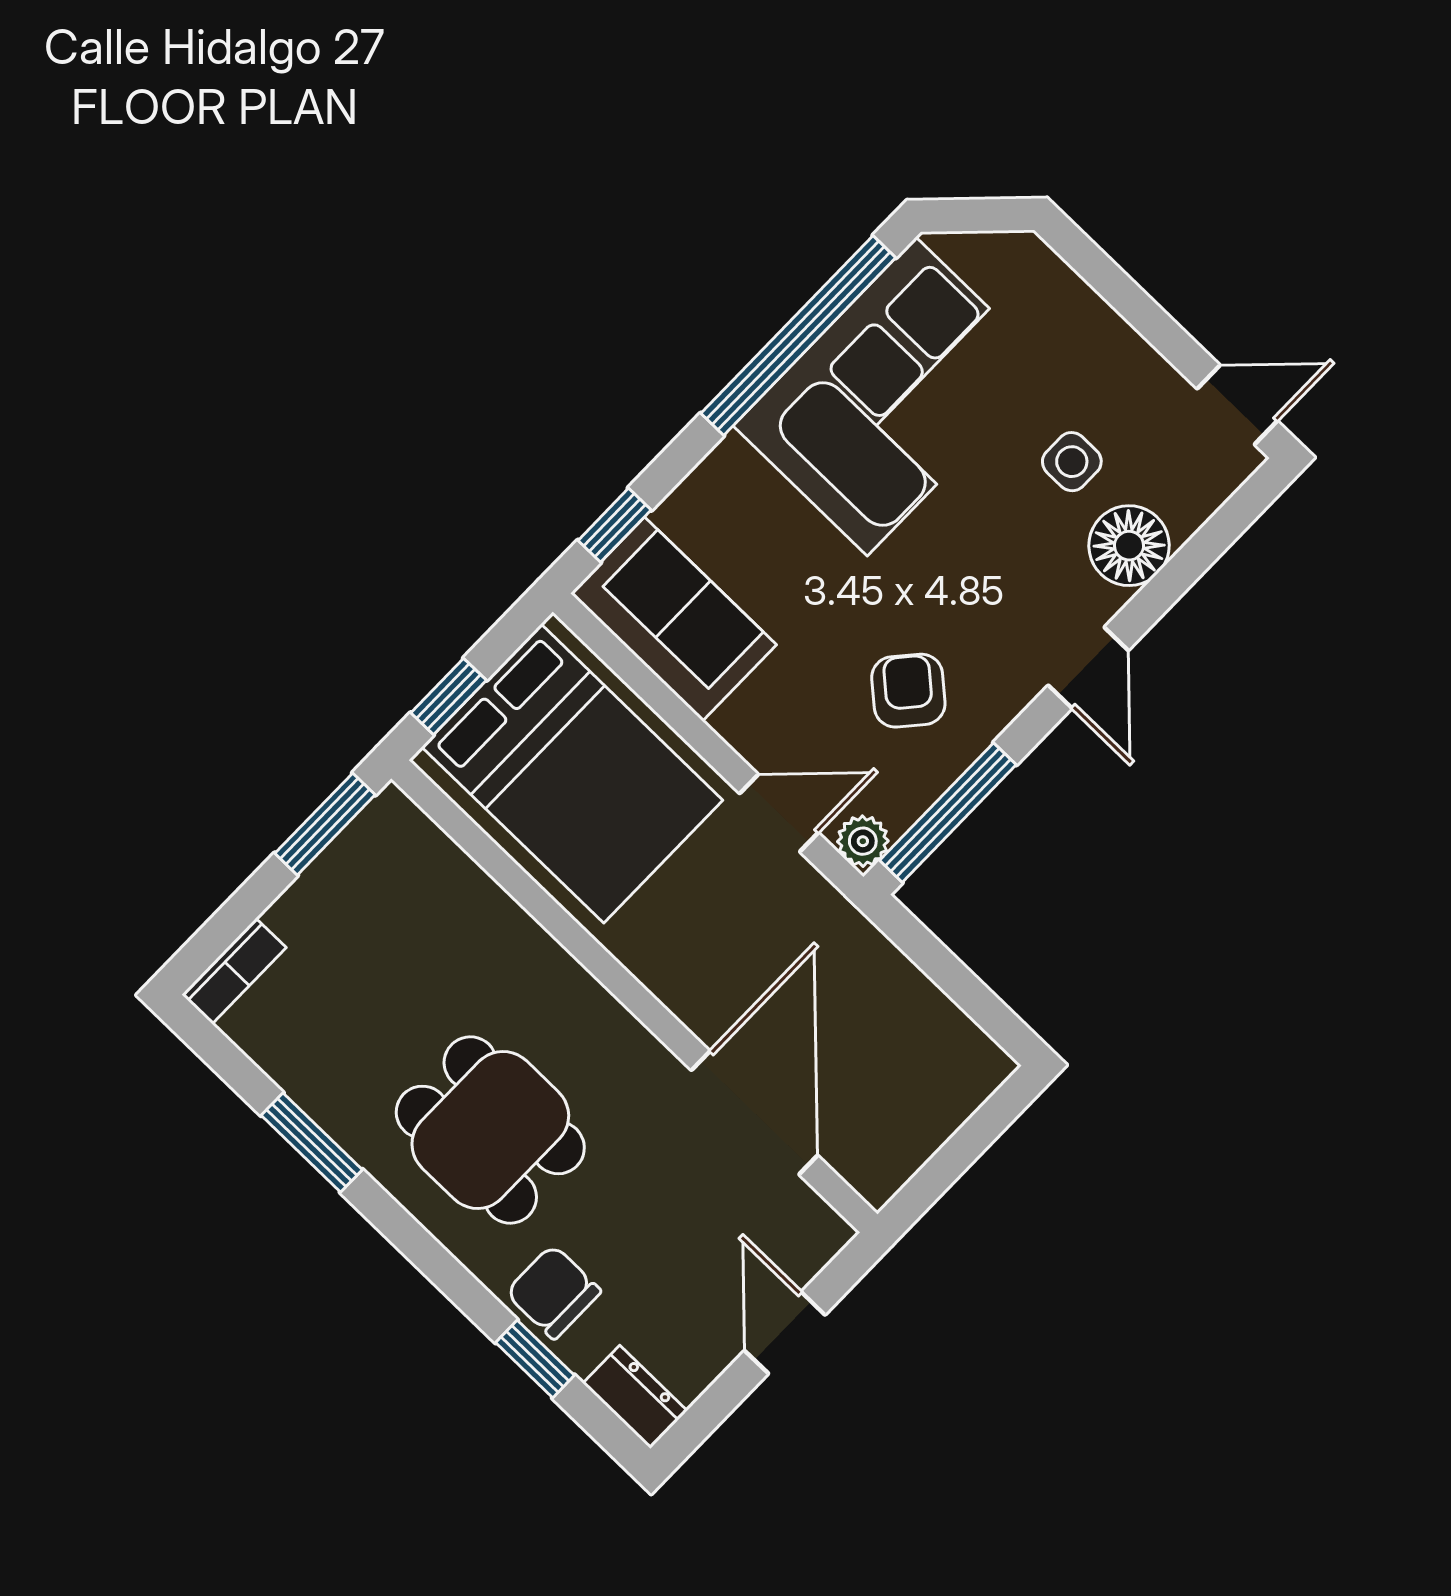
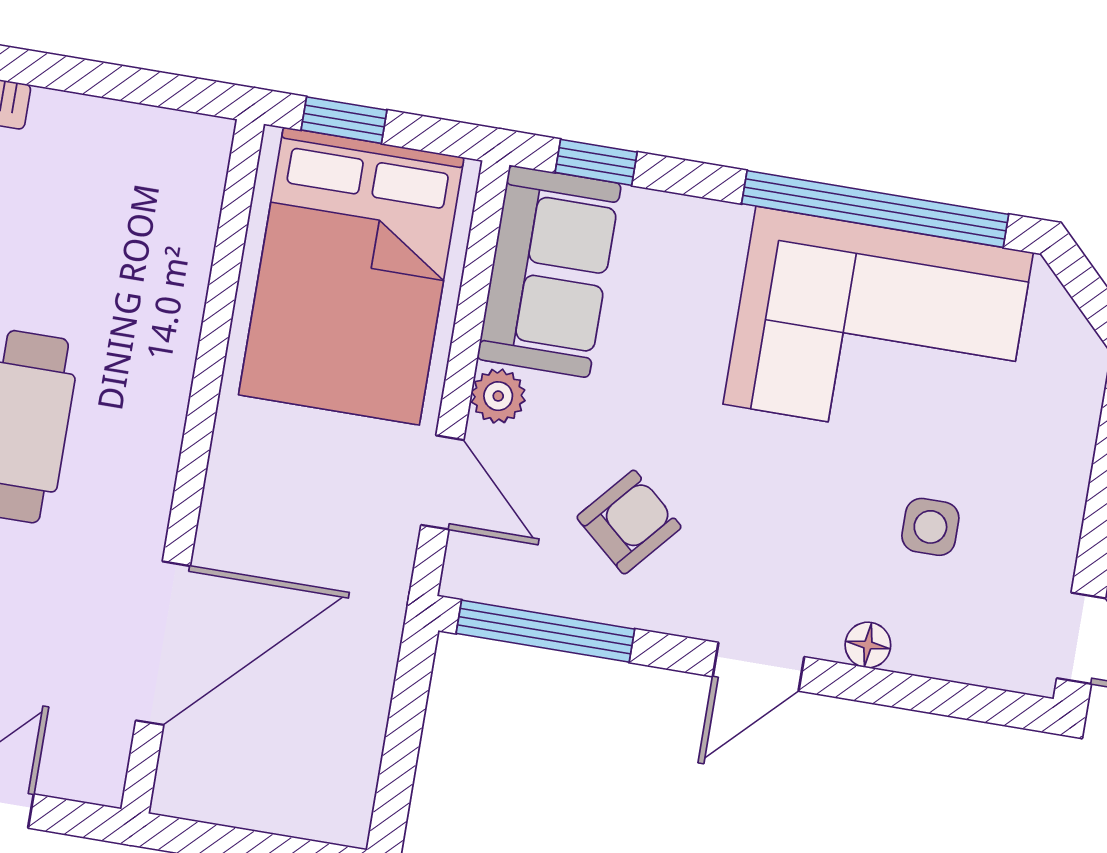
floor lamp: (1129, 546) -> (868, 645), width x0.53, depth x0.53
window: (325, 824) -> (156, 89), removed
plant: (863, 841) -> (498, 396), moved

